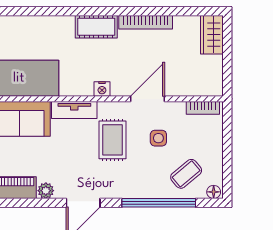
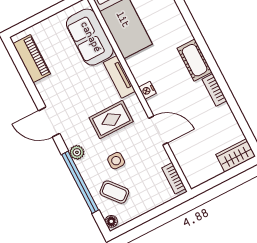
bookcase: (146, 22) -> (214, 90), width x0.64
side table: (158, 138) -> (116, 161), moved
plant: (46, 191) -> (77, 152), moved

